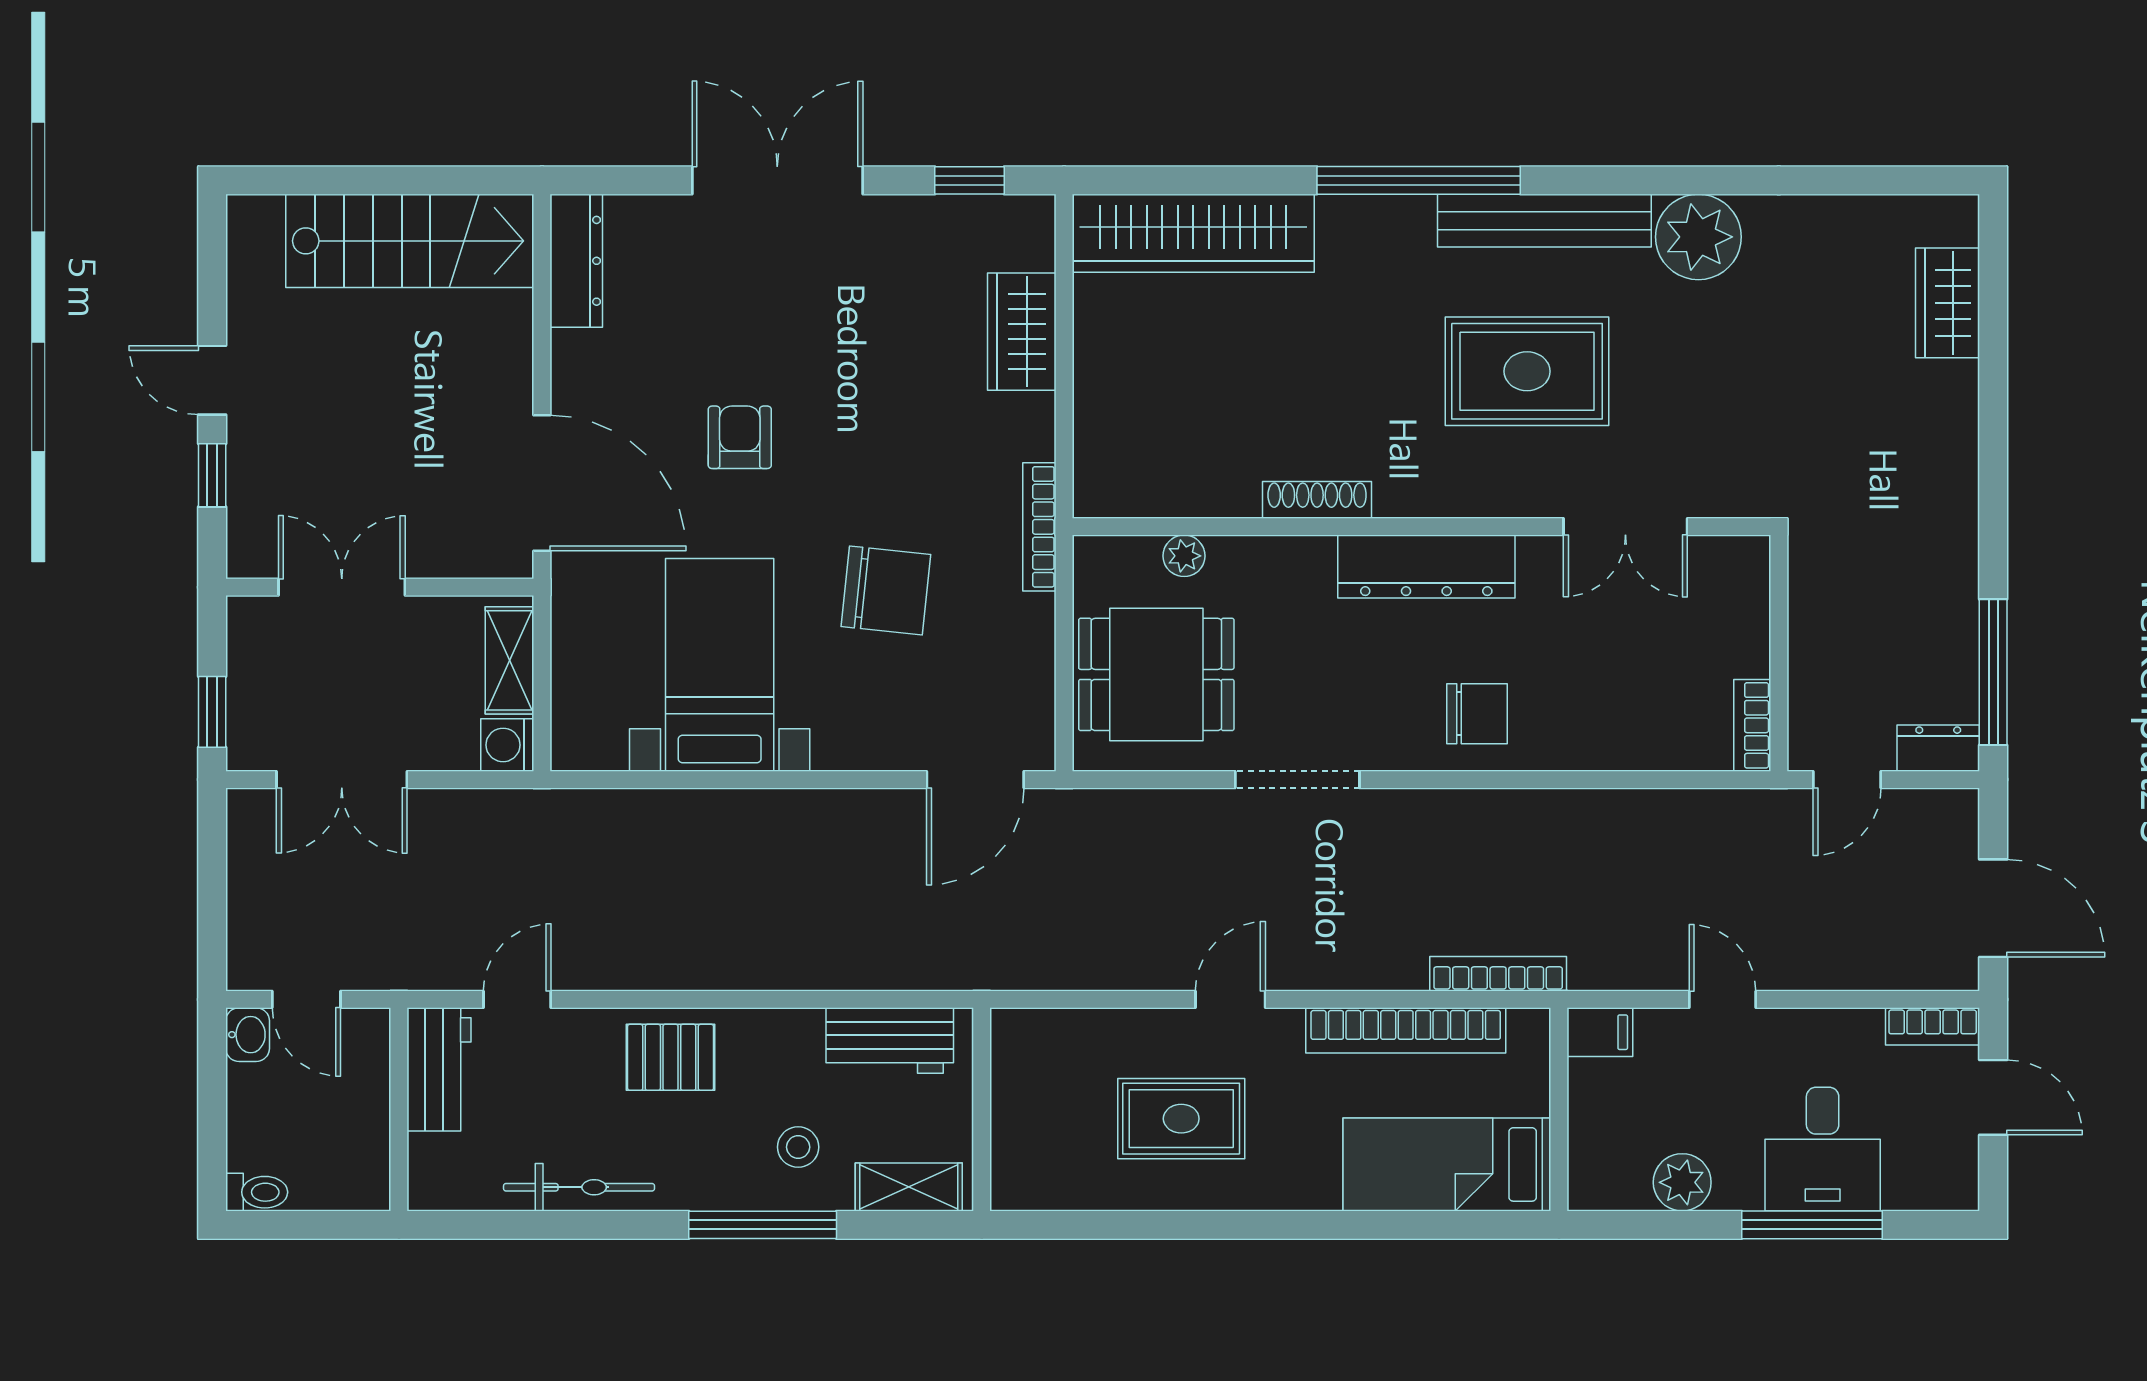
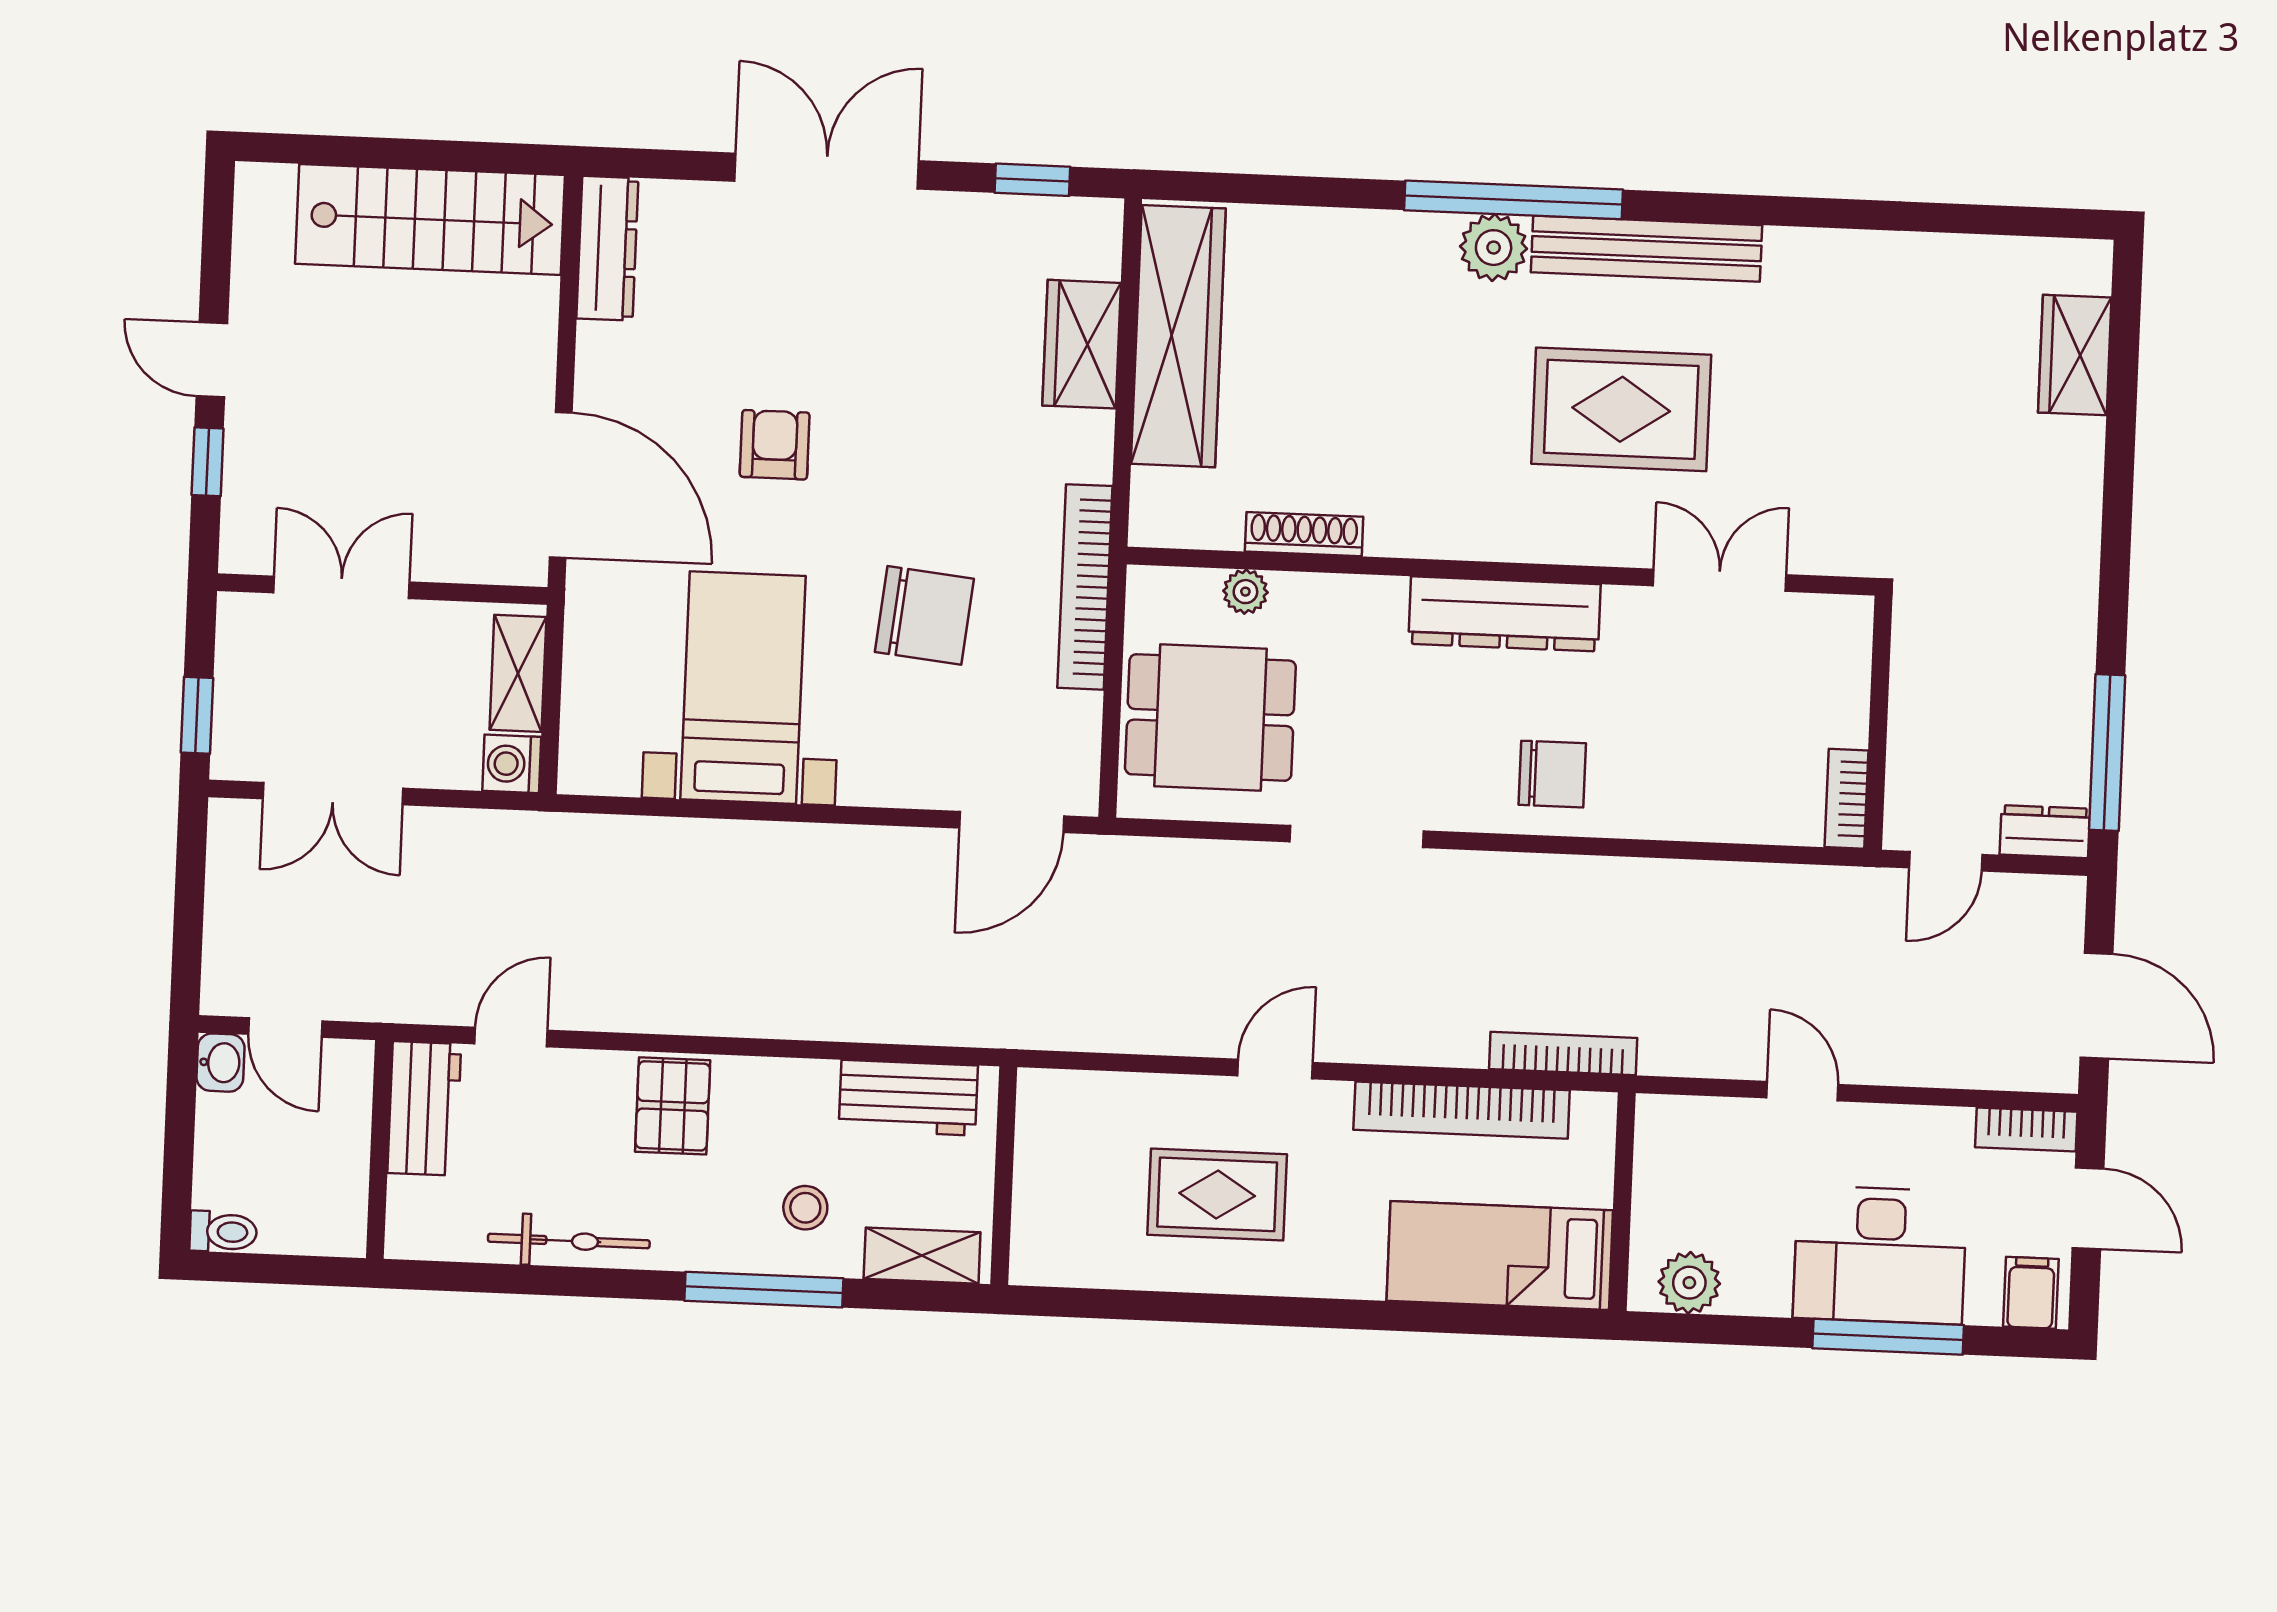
wardrobe: (1193, 233) -> (1178, 336), moved, turned -90
plant: (1698, 237) -> (1494, 248), moved, width x0.73, depth x0.73
shoe rack: (1317, 500) -> (1304, 534), moved
bookcase: (1039, 527) -> (1085, 587), width x1.48, depth x1.31
double door: (1625, 527) -> (1720, 580), swing flipped
filing cabinet: (1600, 1032) -> (2031, 1293), moved, turned -90
pallet: (671, 1057) -> (673, 1106), turned 90
desk: (1823, 1149) -> (1880, 1255), width x1.37
plant: (1682, 1182) -> (1689, 1283), moved

